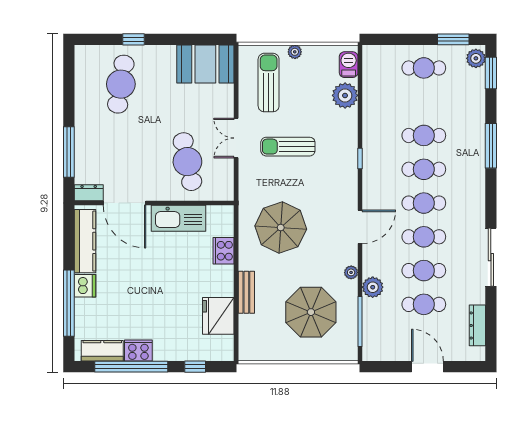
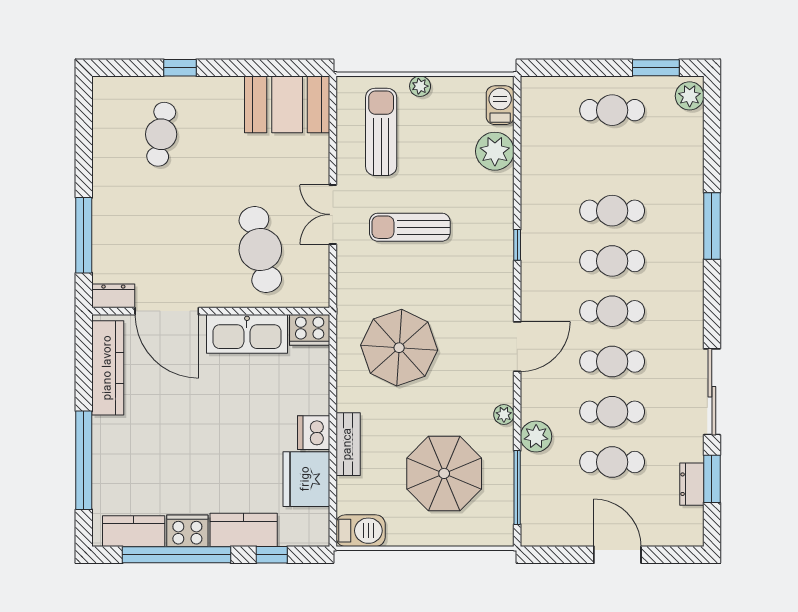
window: (491, 73) -> (712, 479), moved
cafe table: (121, 84) -> (161, 134), width x0.73, depth x0.74
cooker: (224, 251) -> (310, 330), moved, turned -90
dishwasher: (85, 286) -> (314, 433), moved, turned 180
dresser: (477, 325) -> (692, 484), width x0.70
kitchen counter: (176, 350) -> (244, 530), added
barbecue: (255, 350) -> (361, 531), added

